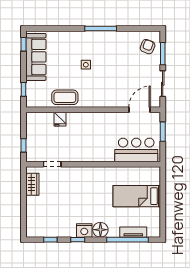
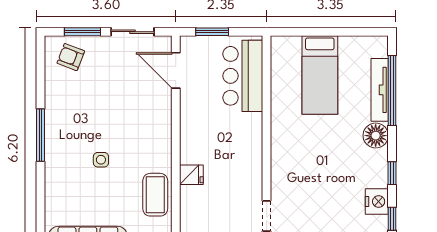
fridge: (60, 119) -> (191, 175), moved
nightstand: (84, 230) -> (377, 201), moved
tv unit: (133, 232) -> (380, 90), width x1.41

